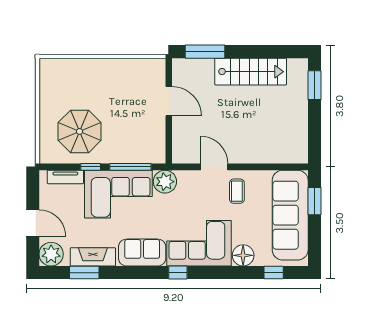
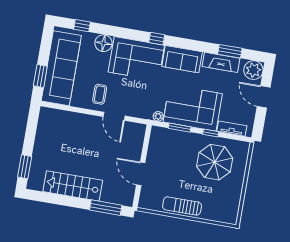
sun lounger: (111, 70) -> (182, 206), added
window: (130, 167) -> (180, 128), width x0.69
plant: (165, 182) -> (158, 116), width x0.53, depth x0.53

